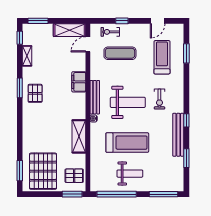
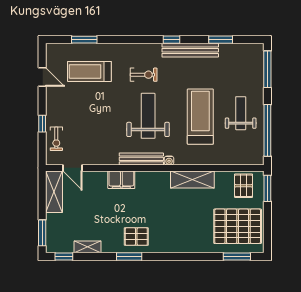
exercise mat: (120, 53) -> (84, 126), removed

